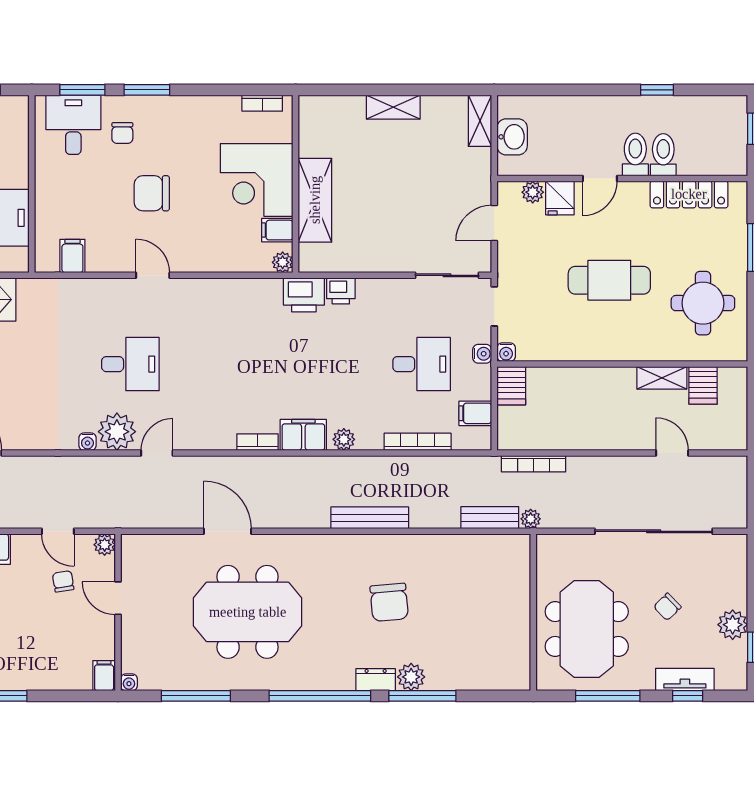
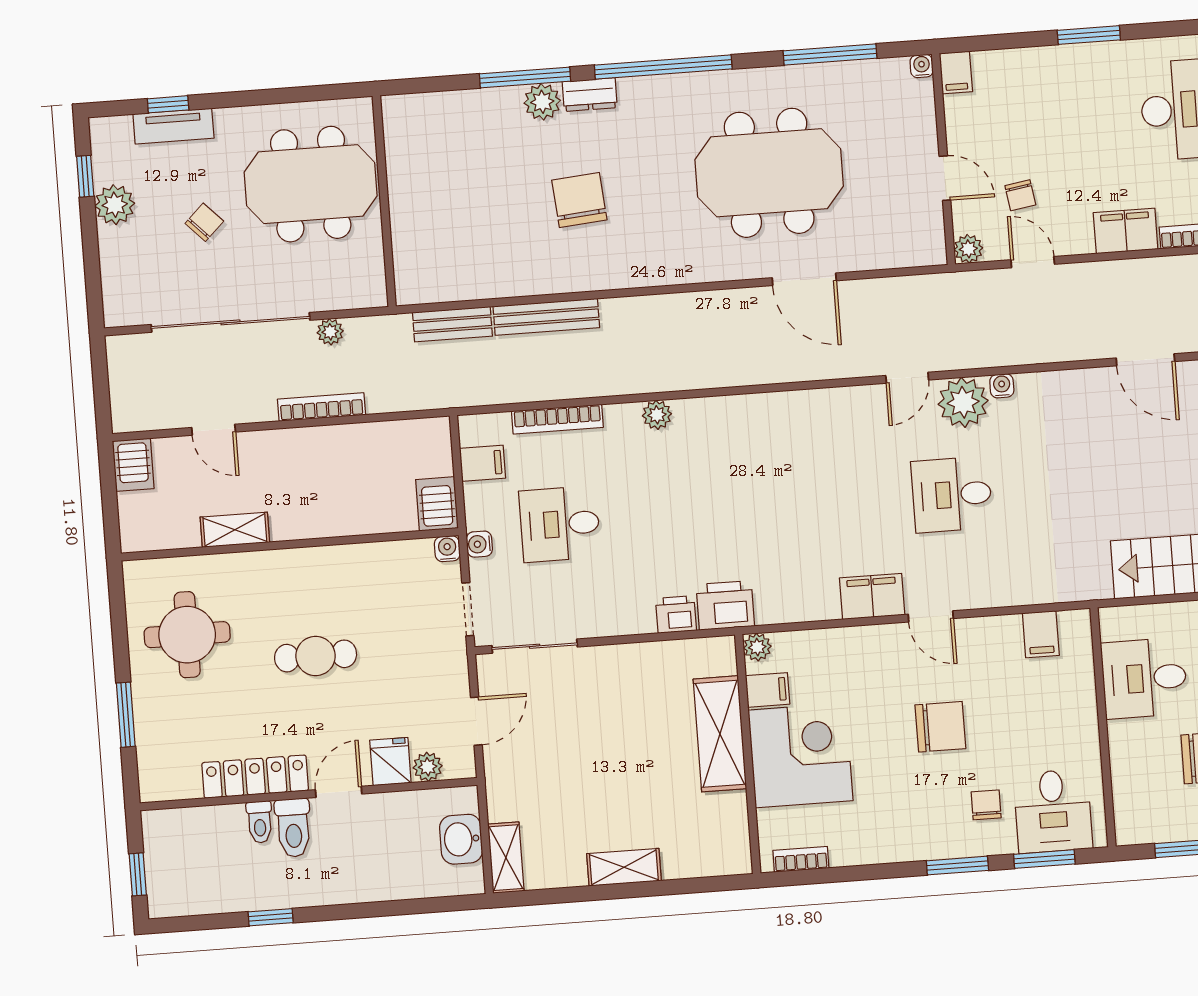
toilet: (663, 155) -> (260, 822), width x0.73, depth x0.72
locker: (689, 194) -> (255, 777), moved
cafe table: (609, 280) -> (316, 656), width x0.73, depth x0.74
server rack: (703, 385) -> (133, 465), moved, turned 180
filing cabinet: (303, 435) -> (872, 596), moved, turned 180
bookcase: (257, 442) -> (773, 403), removed
bookcase: (534, 464) -> (321, 407), moved
bench: (370, 518) -> (546, 317), moved
plant: (531, 519) -> (330, 332), moved
meeting table: (587, 629) -> (311, 184), turned 90
window: (608, 696) -> (276, 96), removed

